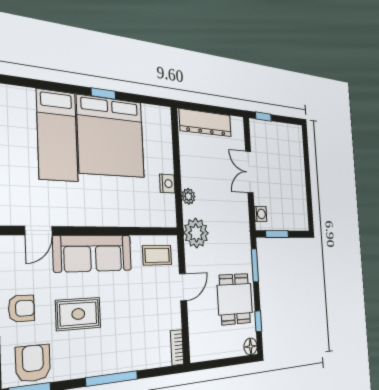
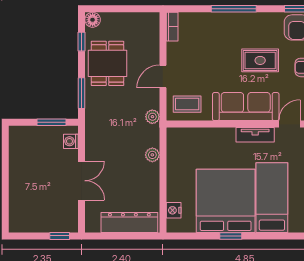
nightstand: (167, 184) -> (174, 210), moved
tv unit: (81, 217) -> (255, 135), added
plant: (196, 233) -> (152, 117), width x0.53, depth x0.53

